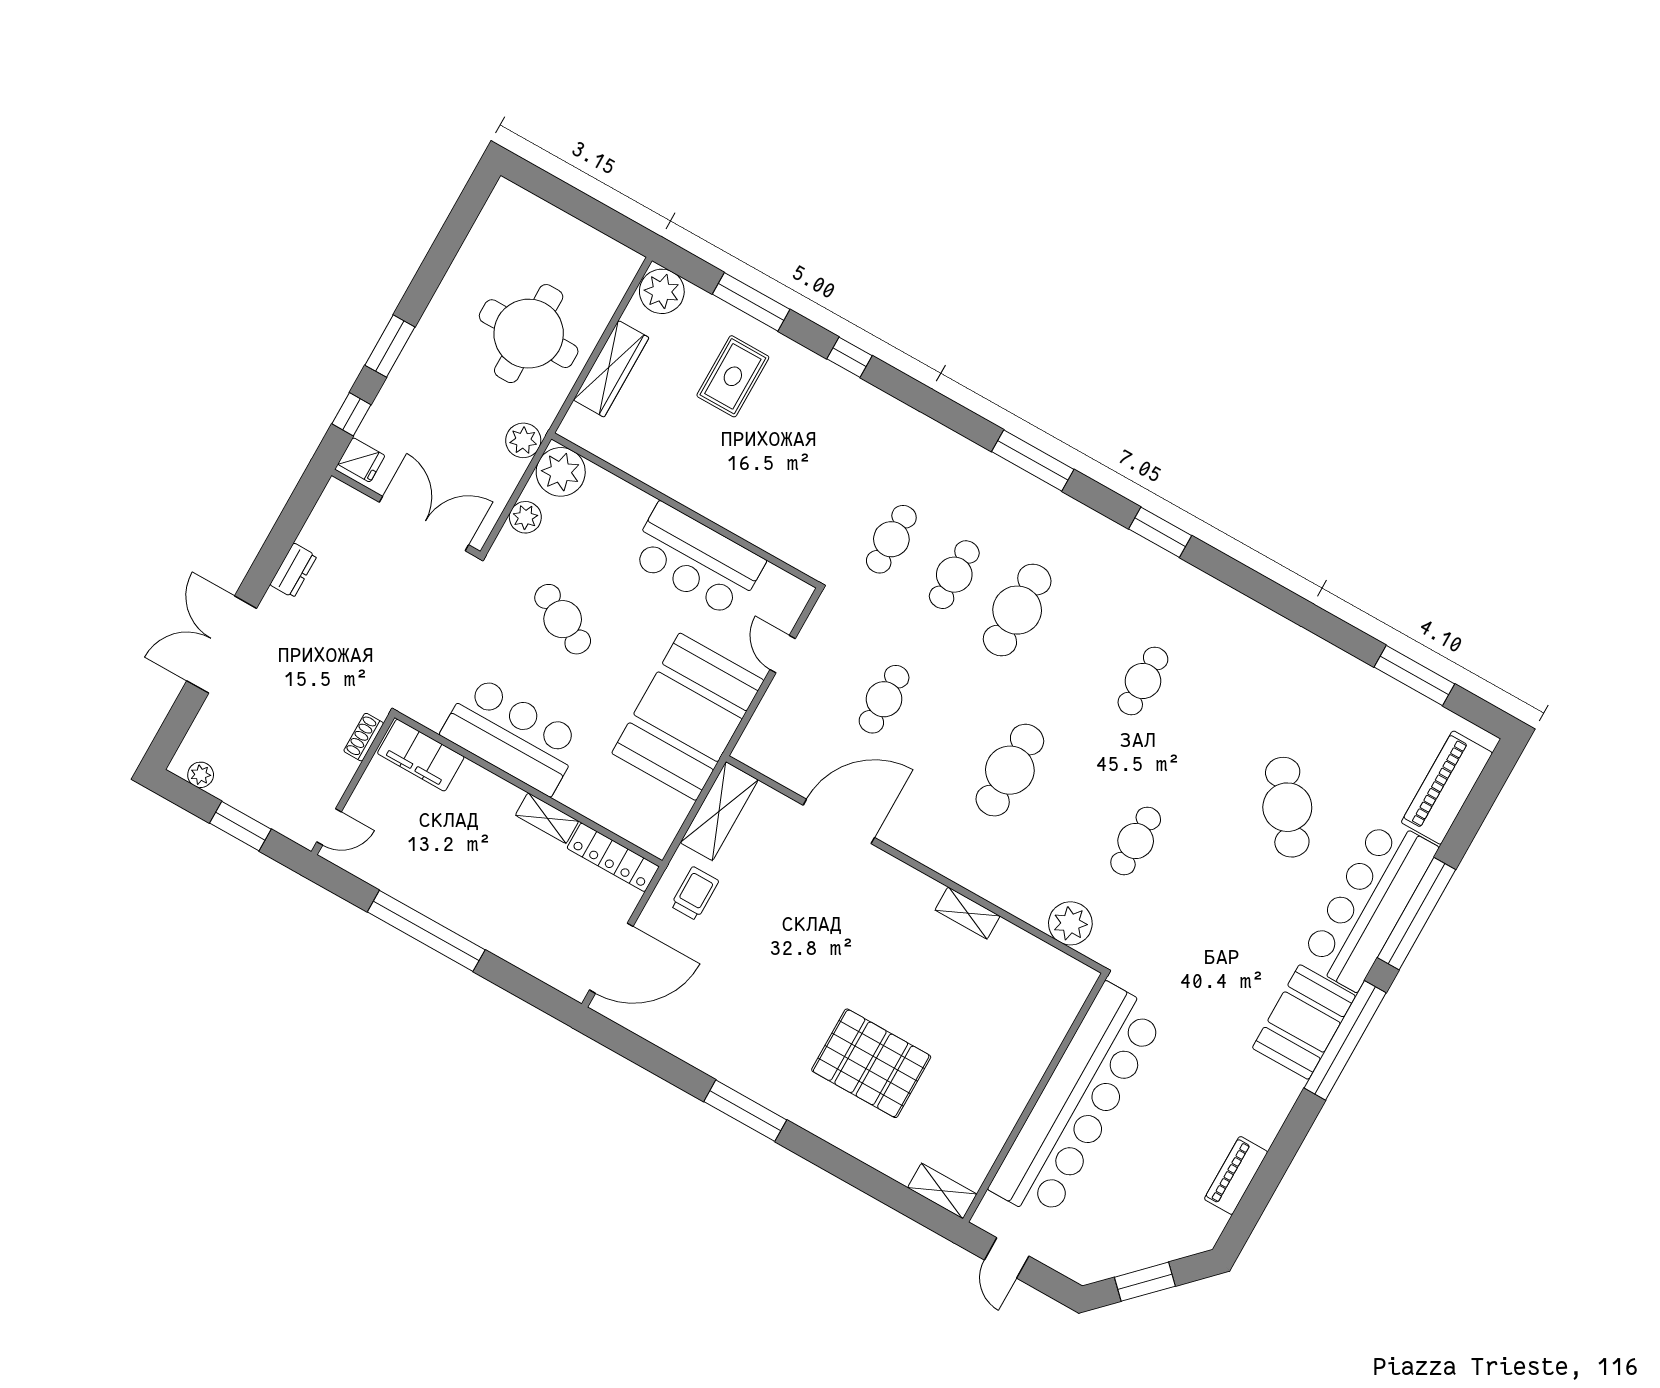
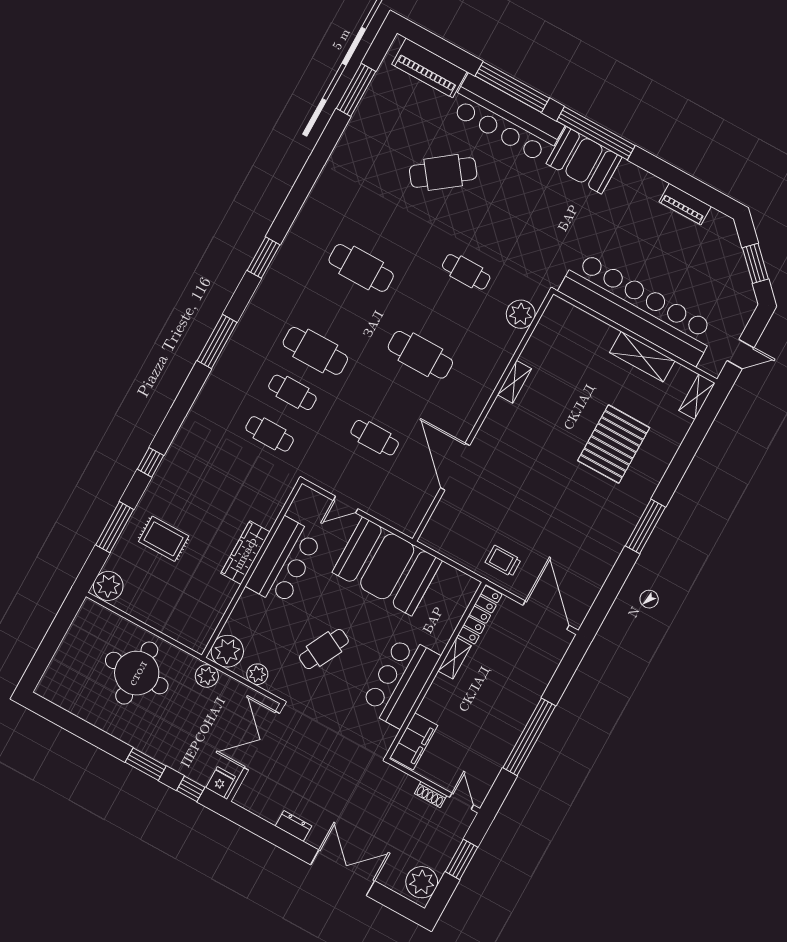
wardrobe: (611, 369) -> (245, 553), moved, turned -90
double door: (222, 645) -> (343, 873), swing flipped
cafe table: (1143, 681) -> (361, 268), width x1.37, depth x1.35
shoe rack: (364, 737) -> (431, 795), moved
plant: (201, 775) -> (422, 882), width x1.88, depth x1.88
shelving: (719, 811) -> (642, 357), moved

